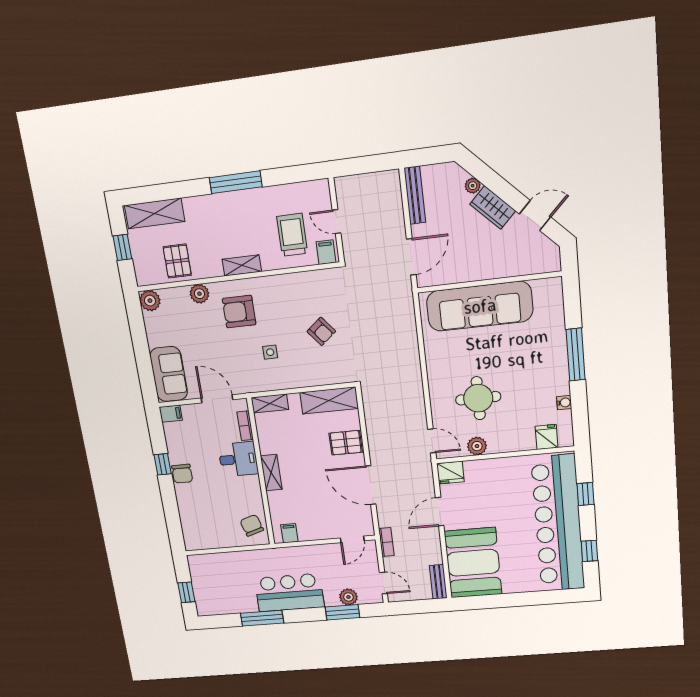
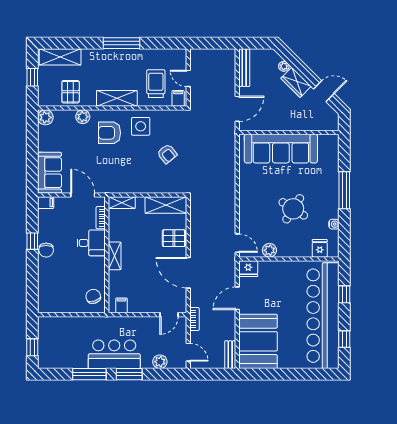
shelving: (242, 265) -> (117, 98), width x1.50, depth x1.33
side table: (270, 352) -> (141, 126), moved, width x1.87, depth x1.87
round table: (478, 398) -> (293, 209), moved, turned 32
window: (342, 612) -> (129, 374), moved

